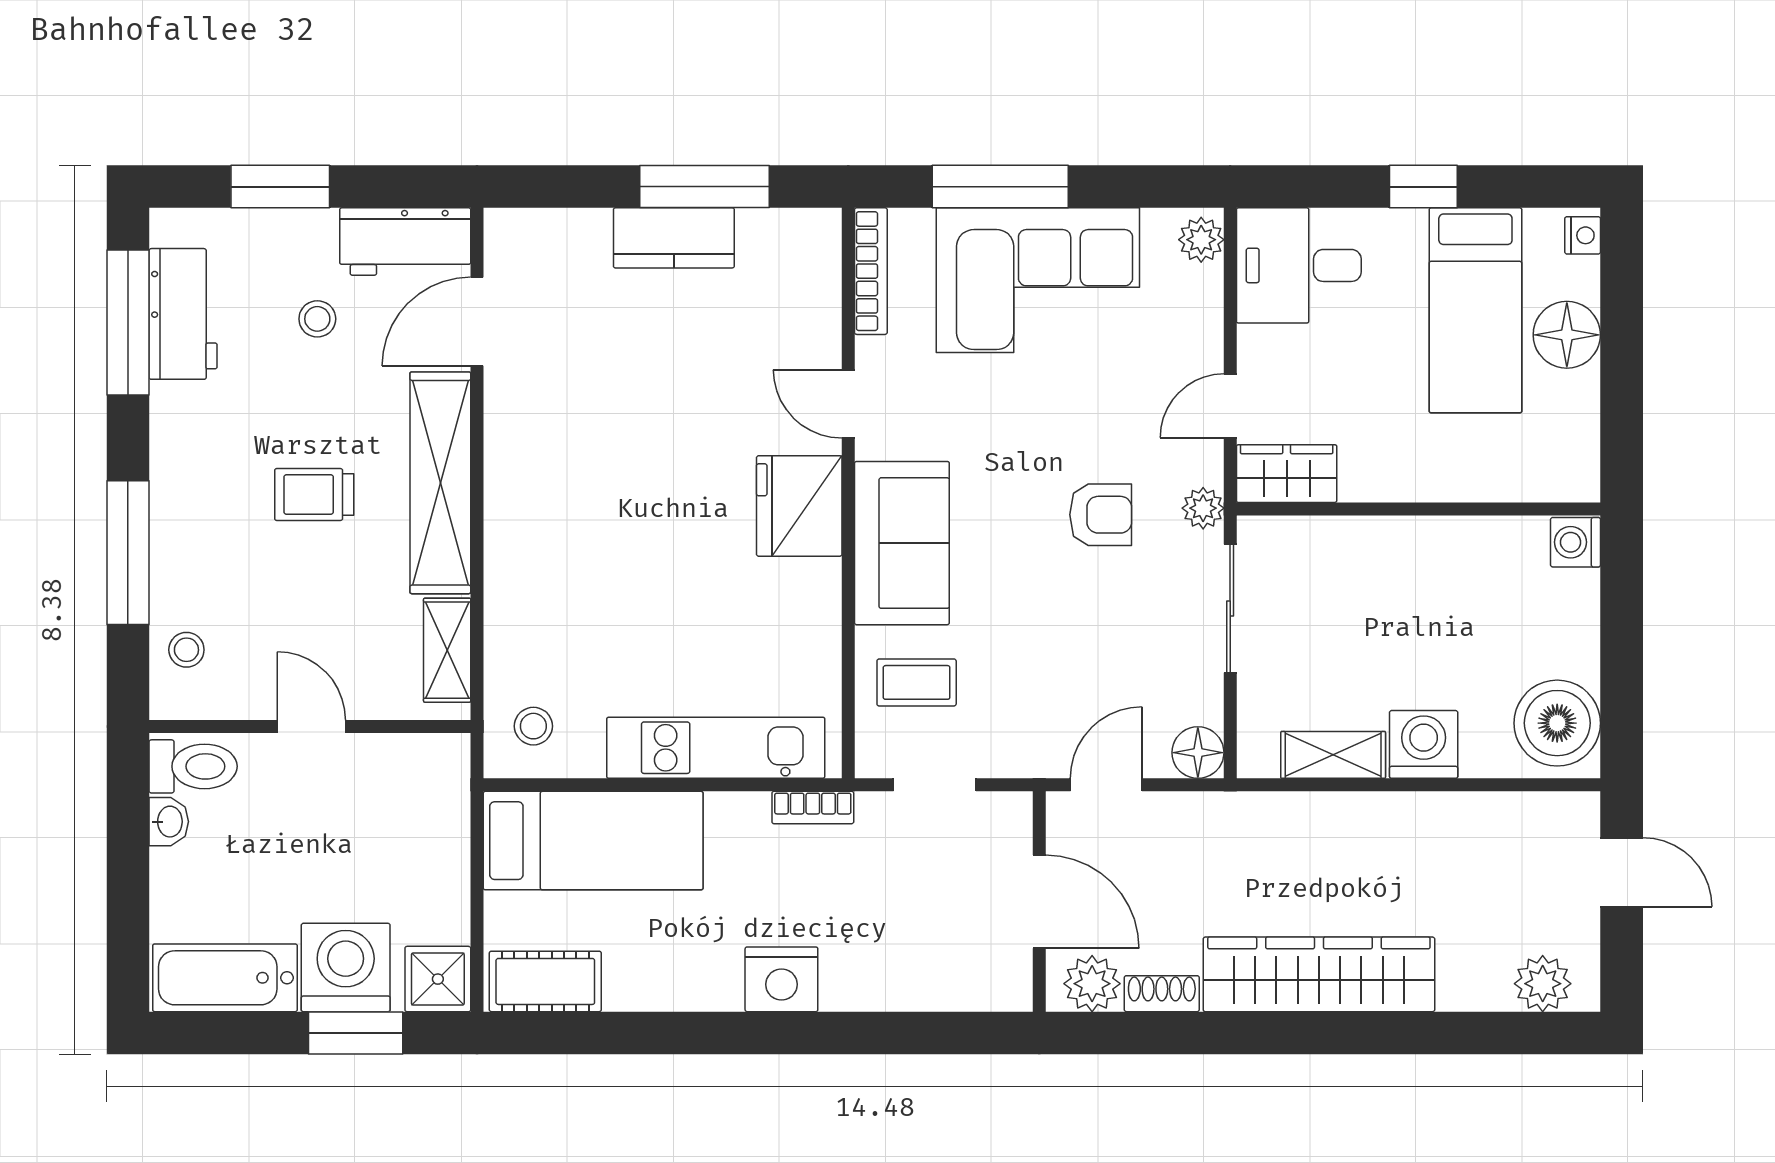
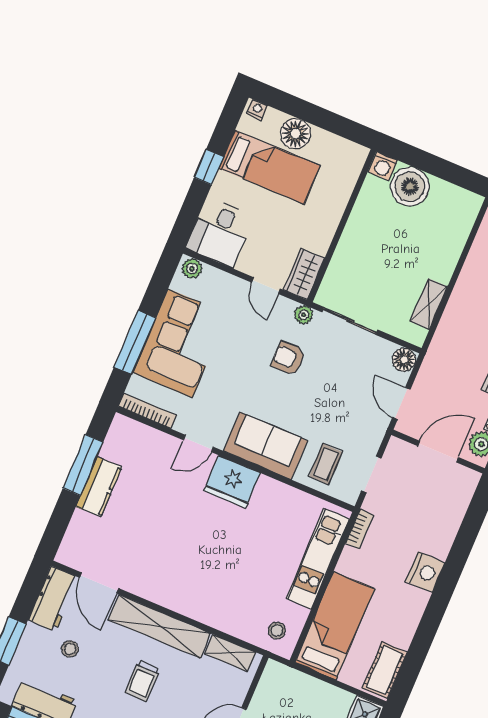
armchair: (1101, 515) -> (288, 358), turned -90
boiler: (1557, 723) -> (410, 187), moved
washing machine: (1424, 744) -> (440, 265), removed

